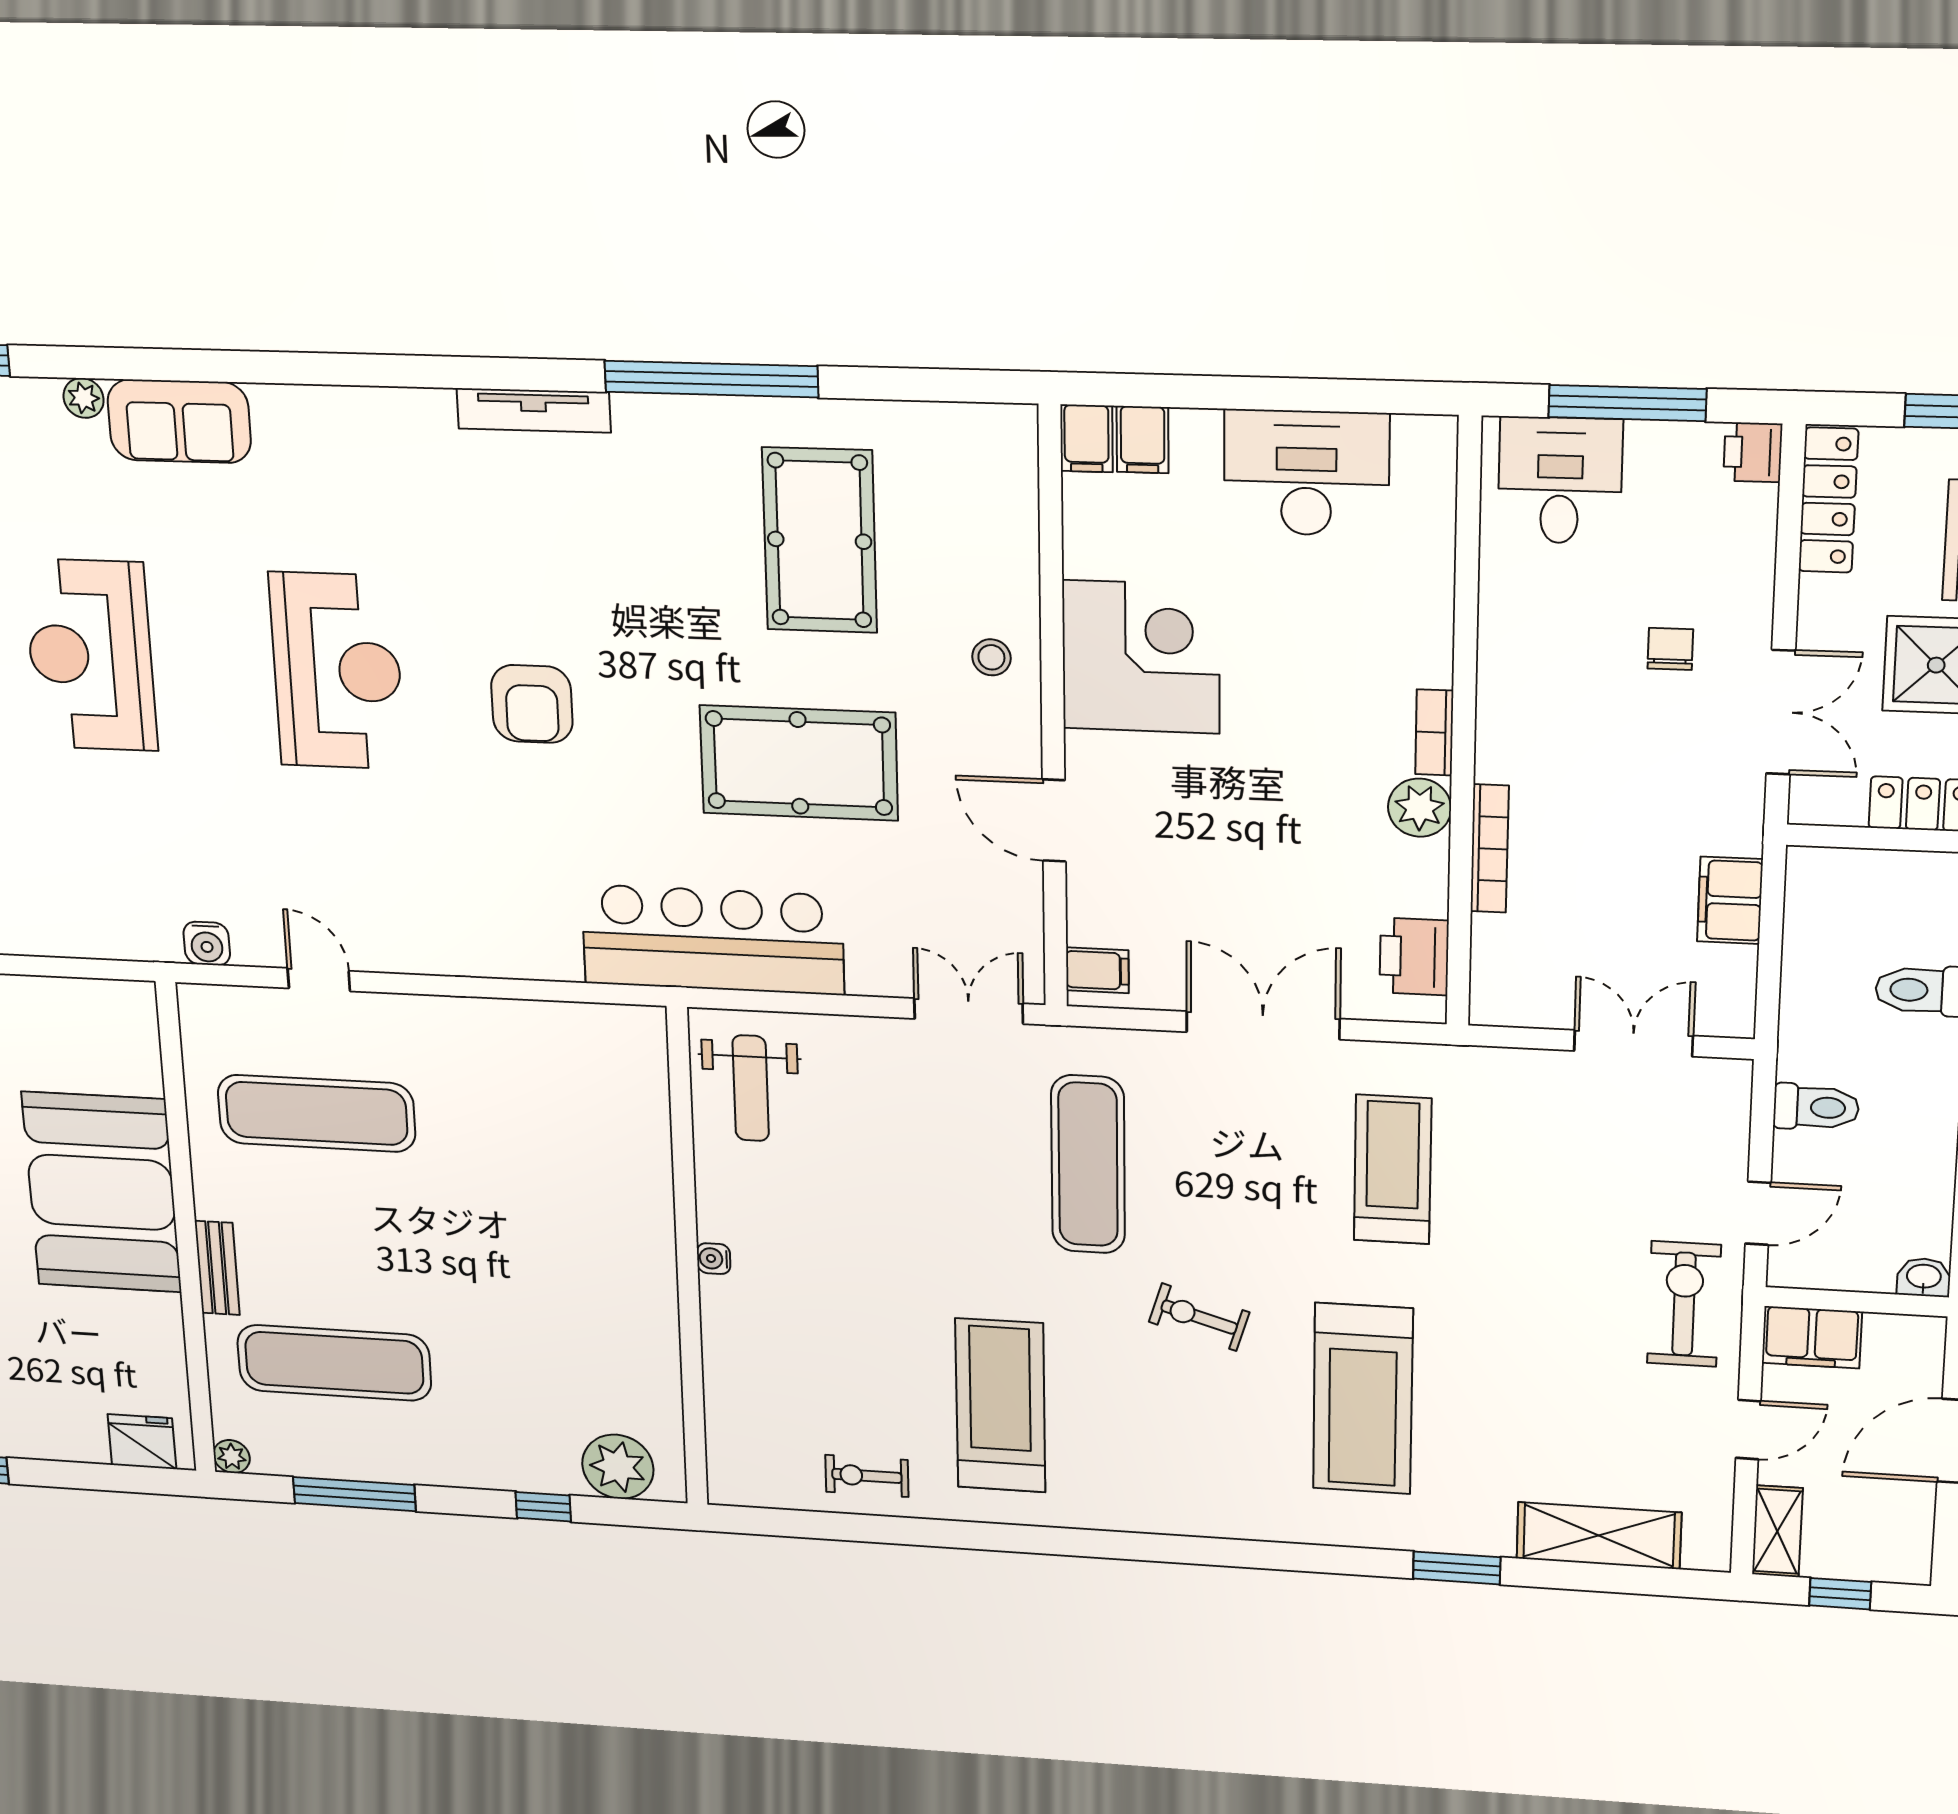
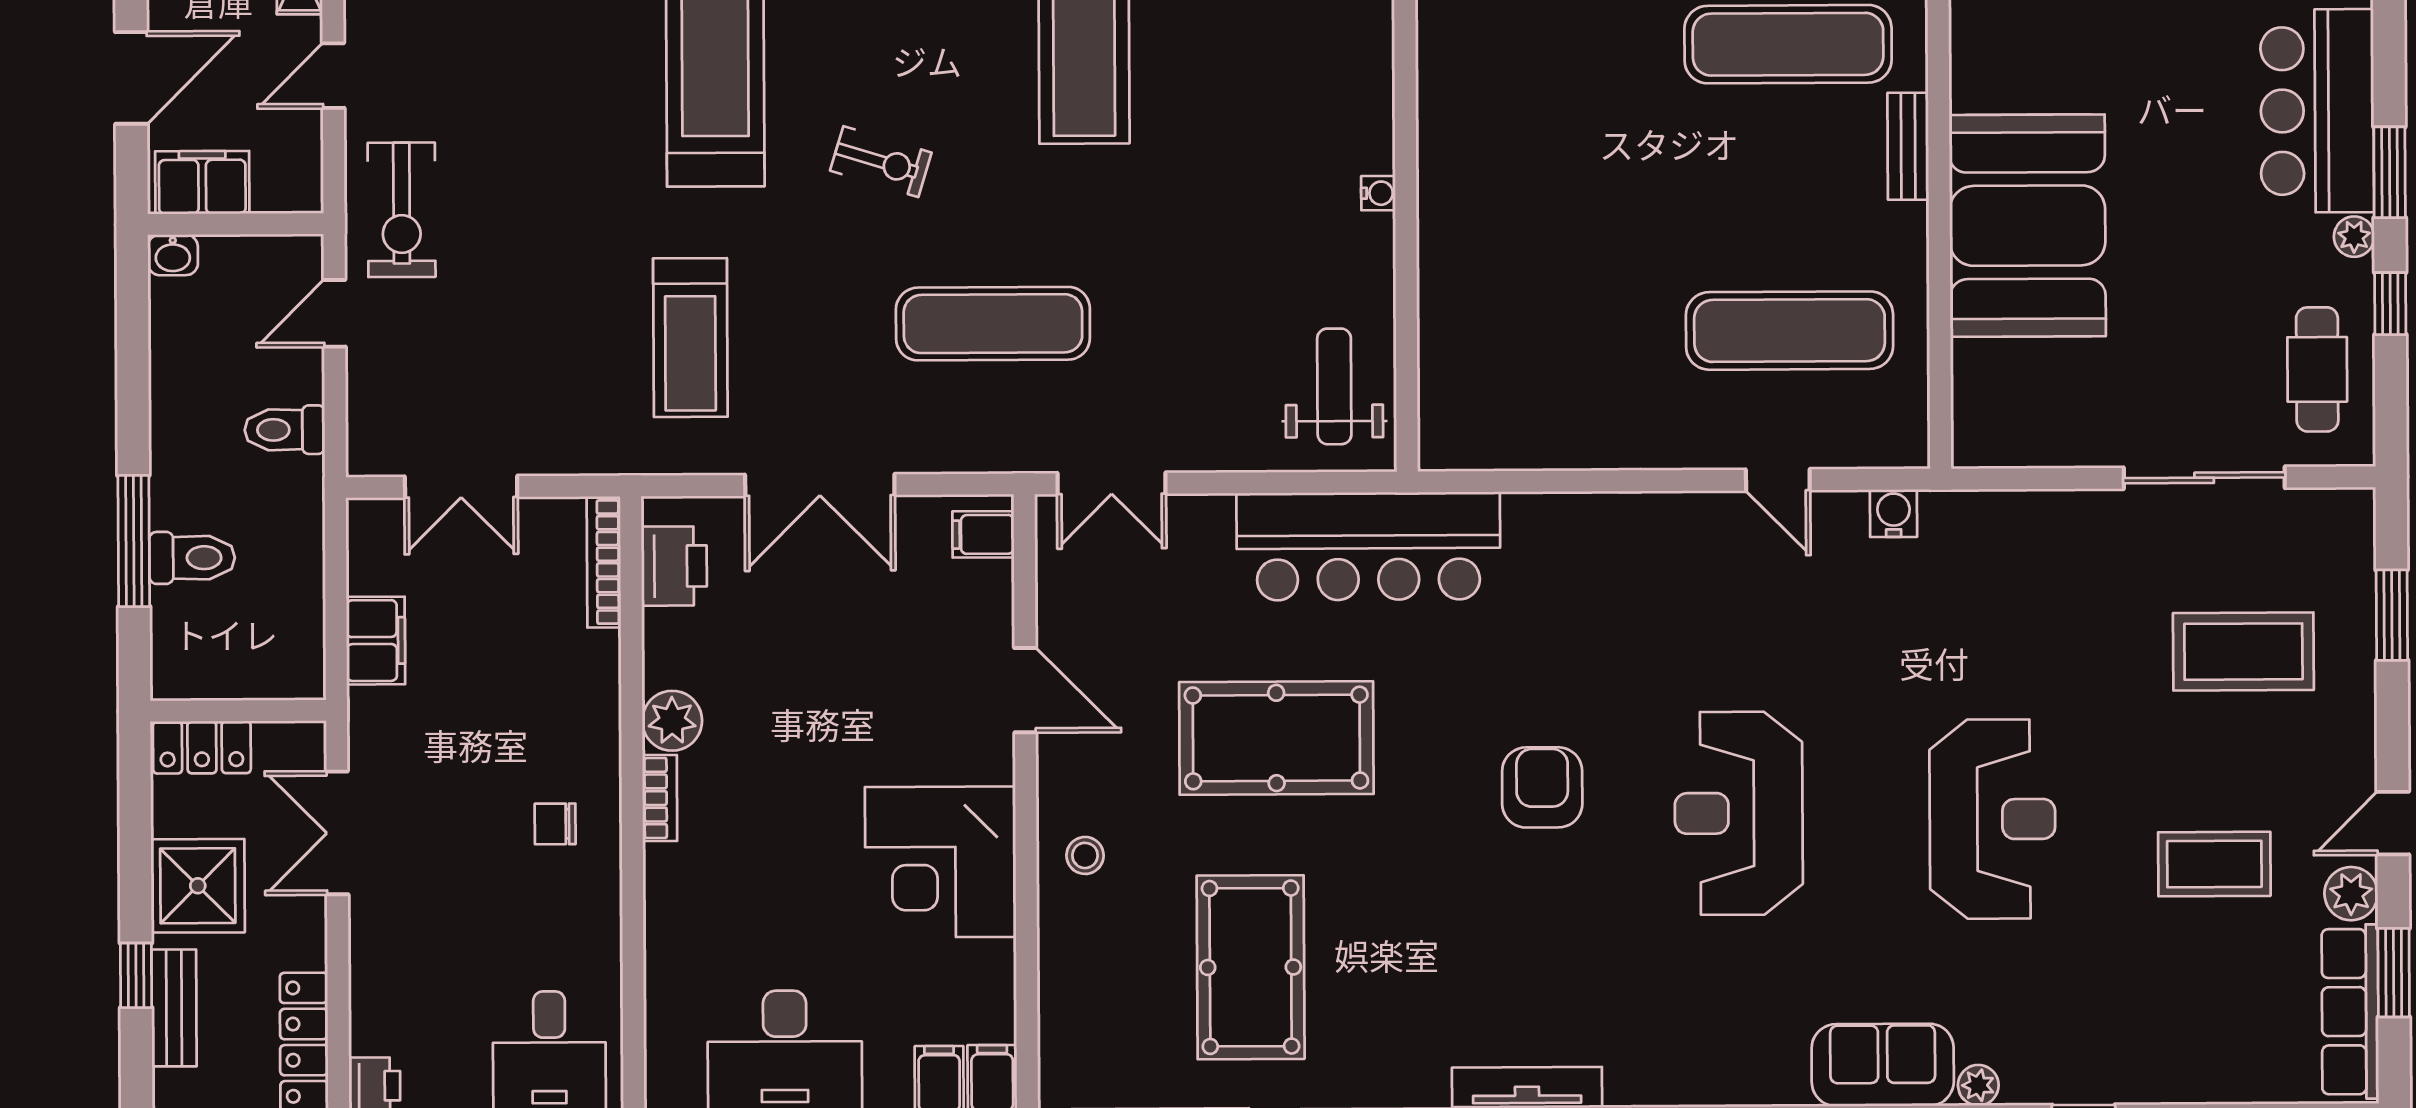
chair: (1670, 649) -> (555, 824), moved, turned 90
bookcase: (1490, 849) -> (604, 562), moved
exercise mat: (1088, 1164) -> (993, 324), turned 90
filing cabinet: (1812, 1337) -> (202, 182), moved

